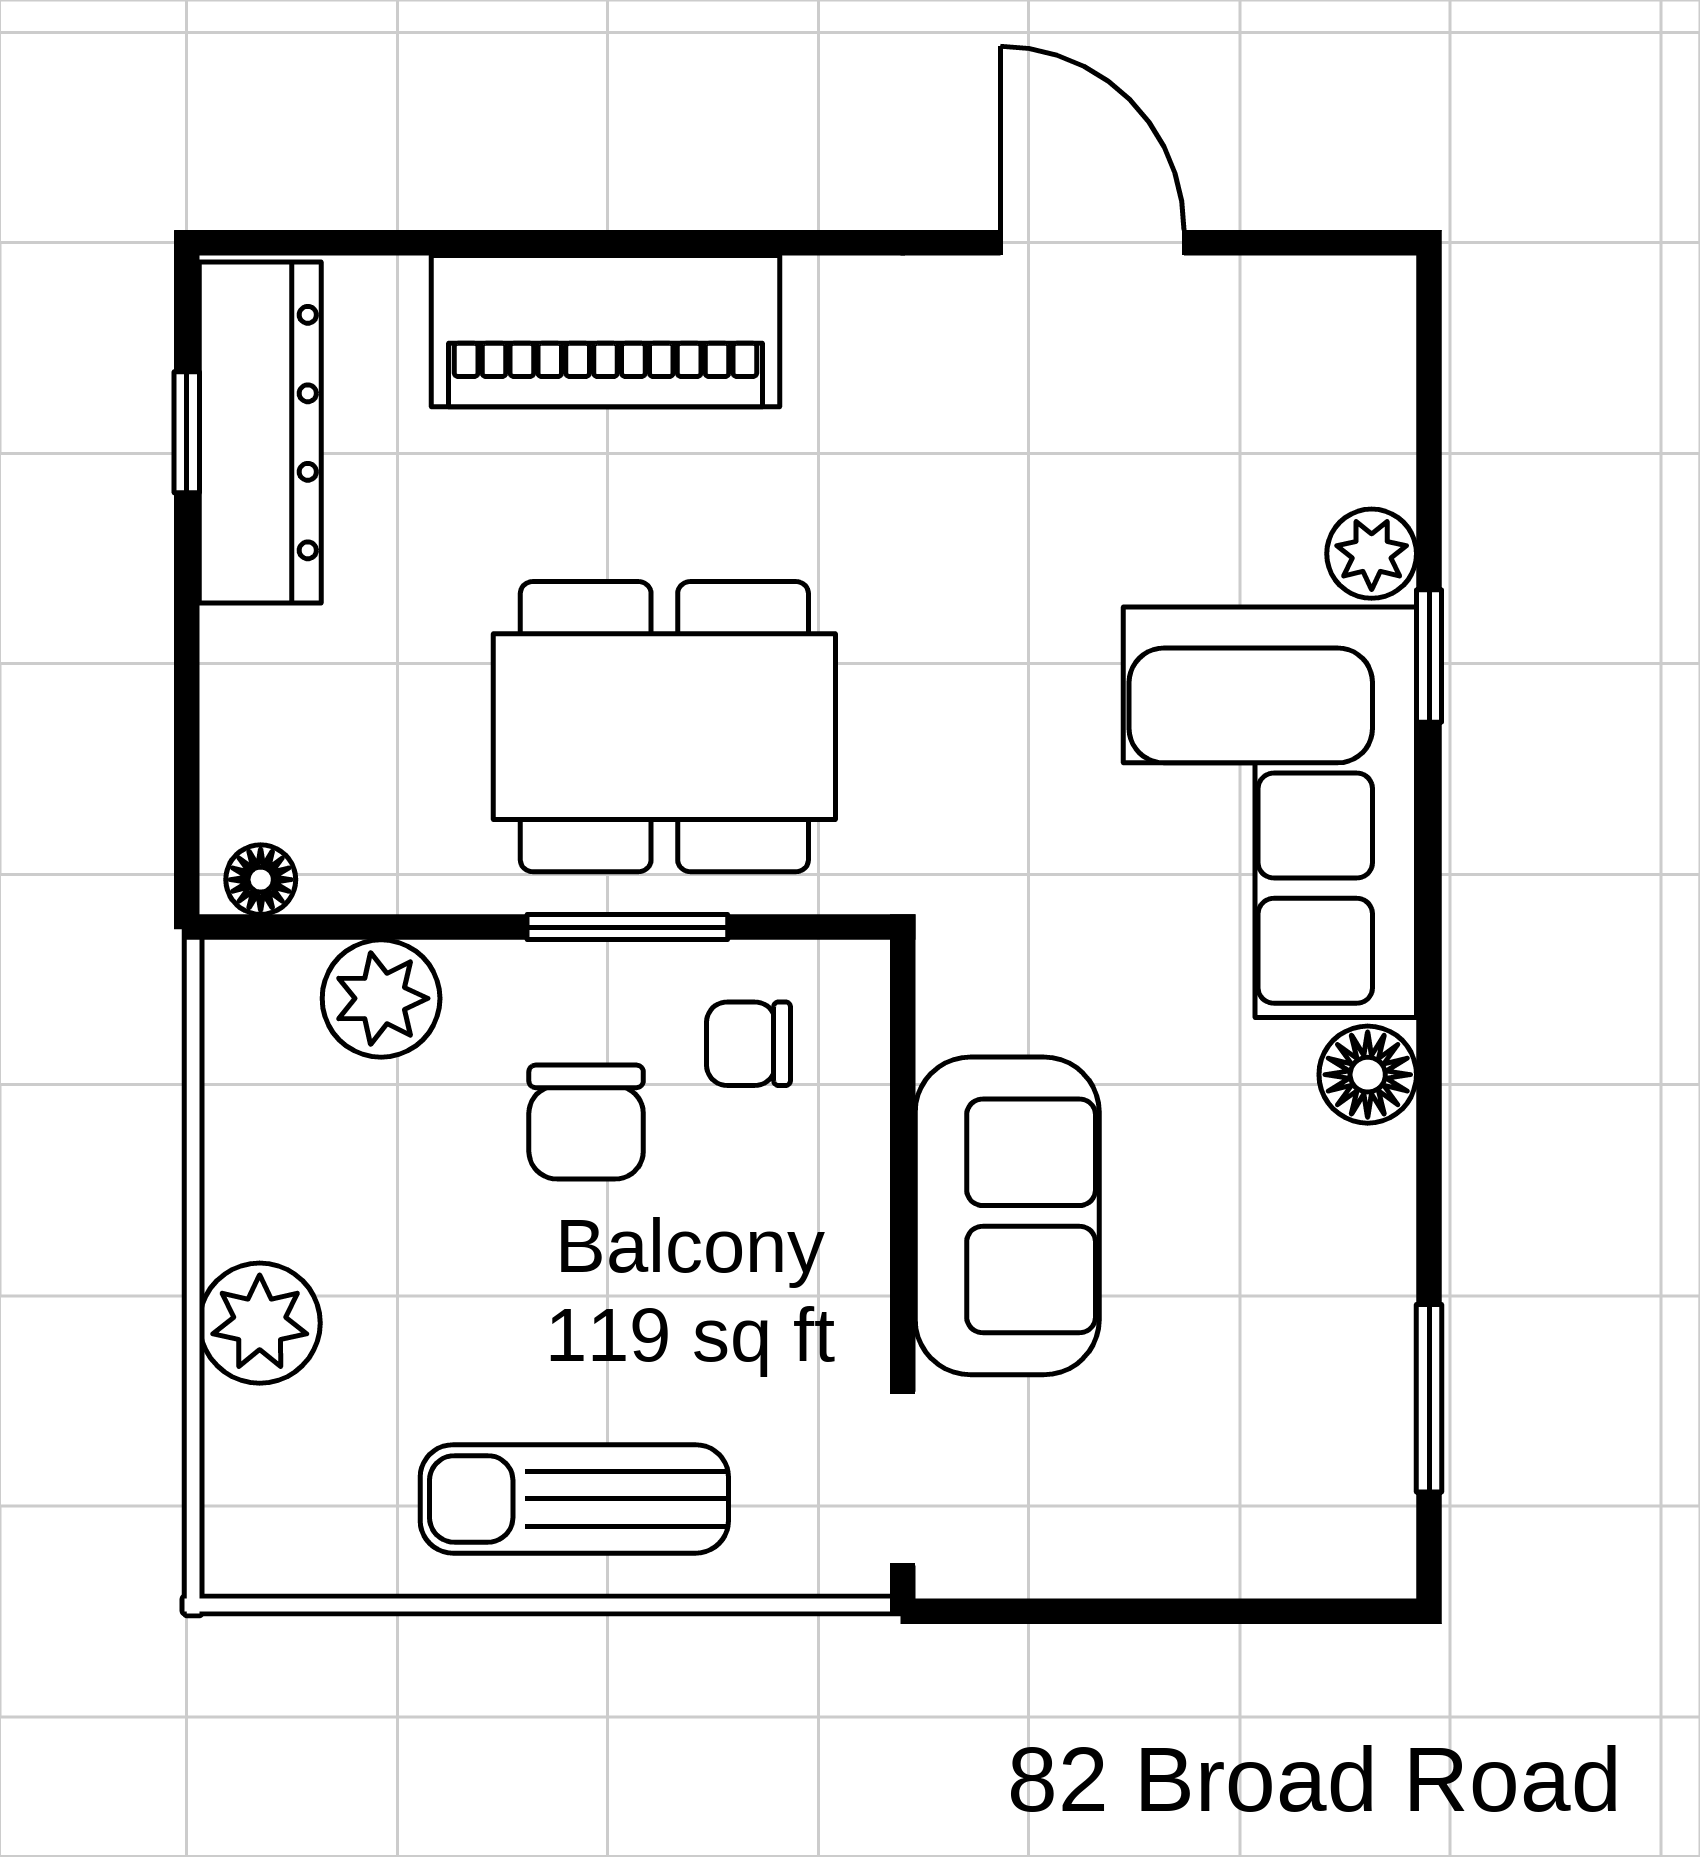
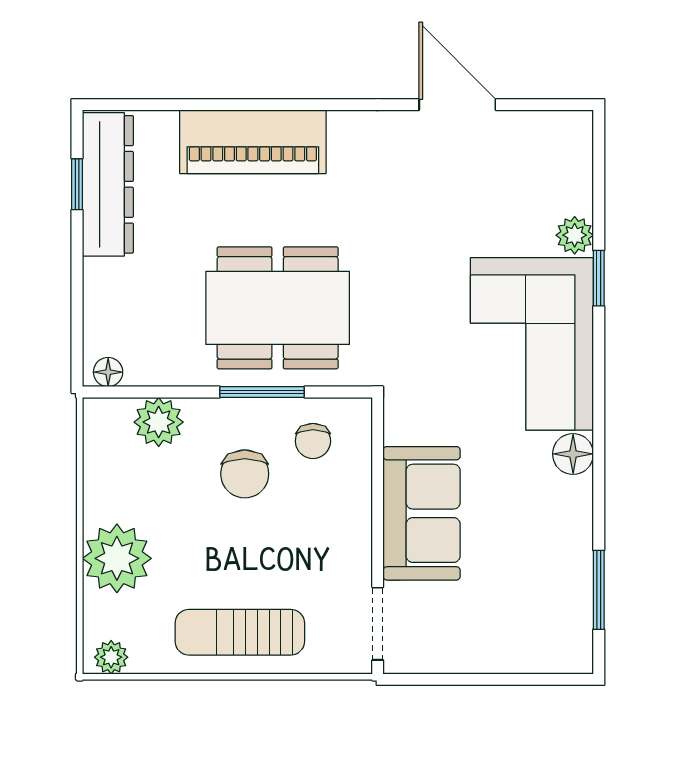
chair: (749, 1044) -> (313, 441), turned -90
plant: (260, 1323) -> (117, 558), width x1.36, depth x1.36
plant: (268, 1559) -> (111, 657), added

